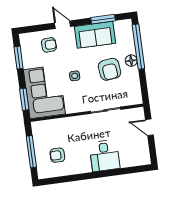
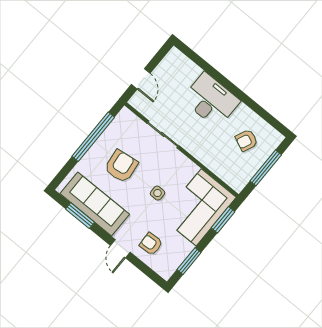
sofa: (95, 35) -> (95, 204), width x1.36
window: (138, 47) -> (93, 137), moved
floor lamp: (131, 61) -> (94, 154), removed
armchair: (57, 155) -> (246, 140), turned 114
desk: (105, 156) -> (211, 100), width x1.37

